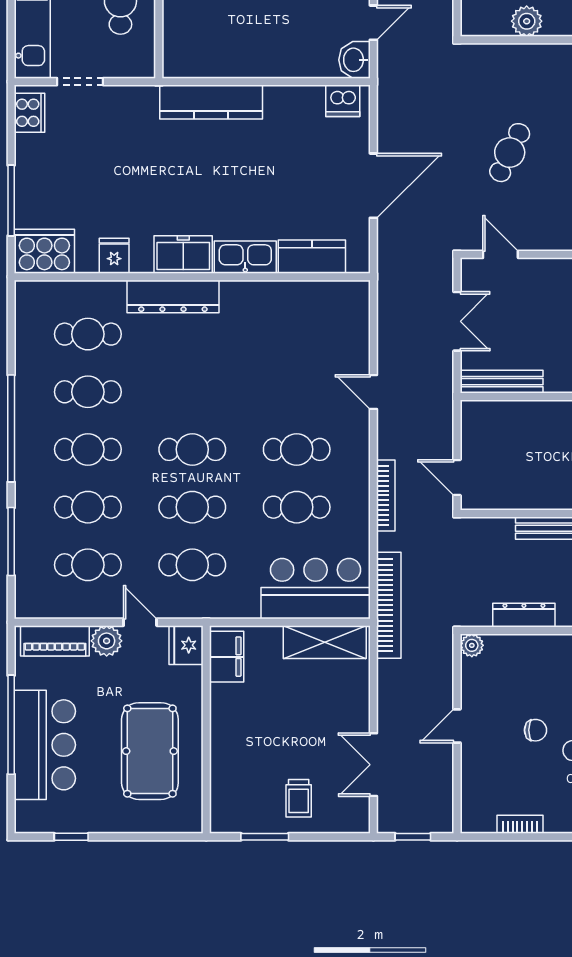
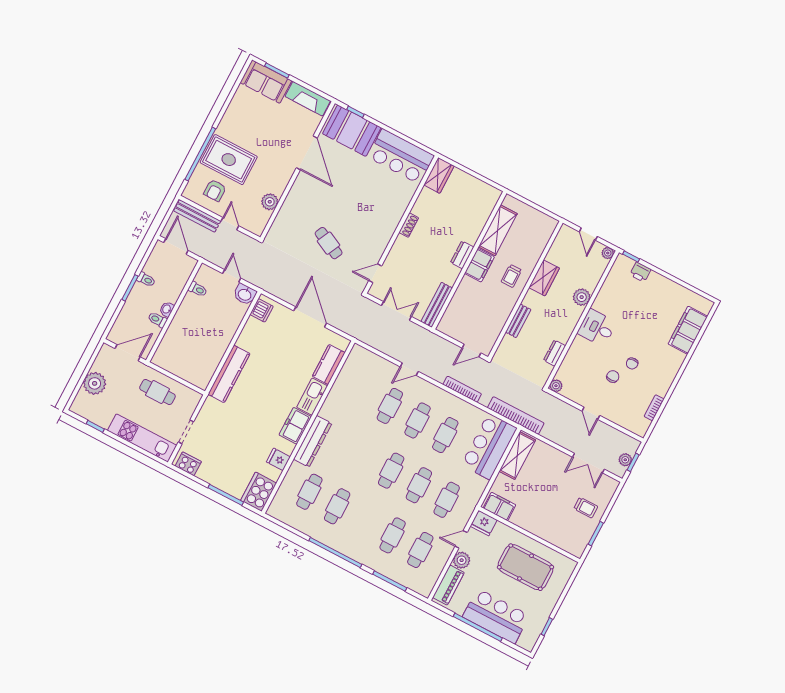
cafe table: (88, 449) -> (390, 406), moved
dresser: (524, 615) -> (555, 353), width x0.70
plant: (410, 822) -> (625, 460), added

